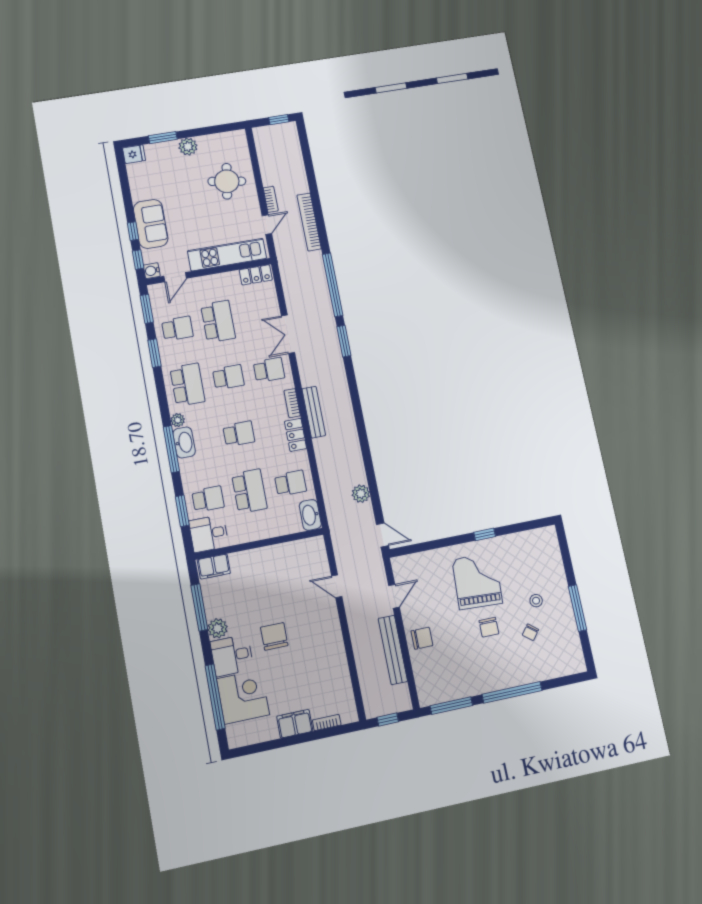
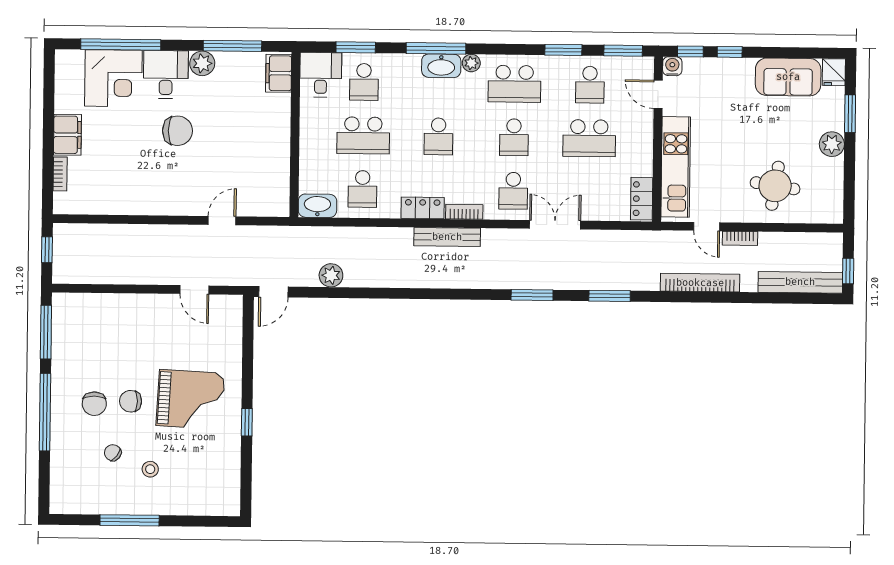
sofa: (151, 224) -> (788, 77), moved
window: (333, 285) -> (610, 296), width x0.47
chair: (422, 638) -> (94, 404), moved
bench: (393, 650) -> (800, 282), moved

